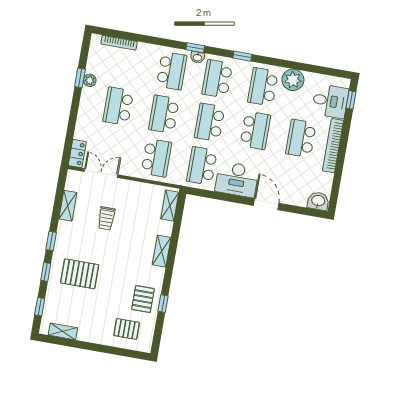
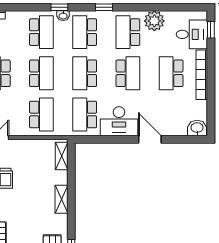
school desk: (164, 114) -> (41, 73), turned 180

